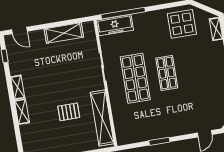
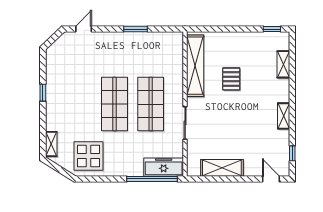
shop shelf: (167, 73) -> (115, 104), width x1.43, depth x1.36
shelving: (22, 112) -> (283, 64), moved
pallet: (69, 112) -> (231, 79), turned 90

